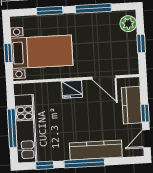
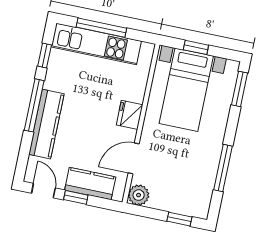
window: (50, 11) -> (240, 89), moved
plant: (128, 24) -> (139, 195), moved
window: (141, 43) -> (179, 219), moved

